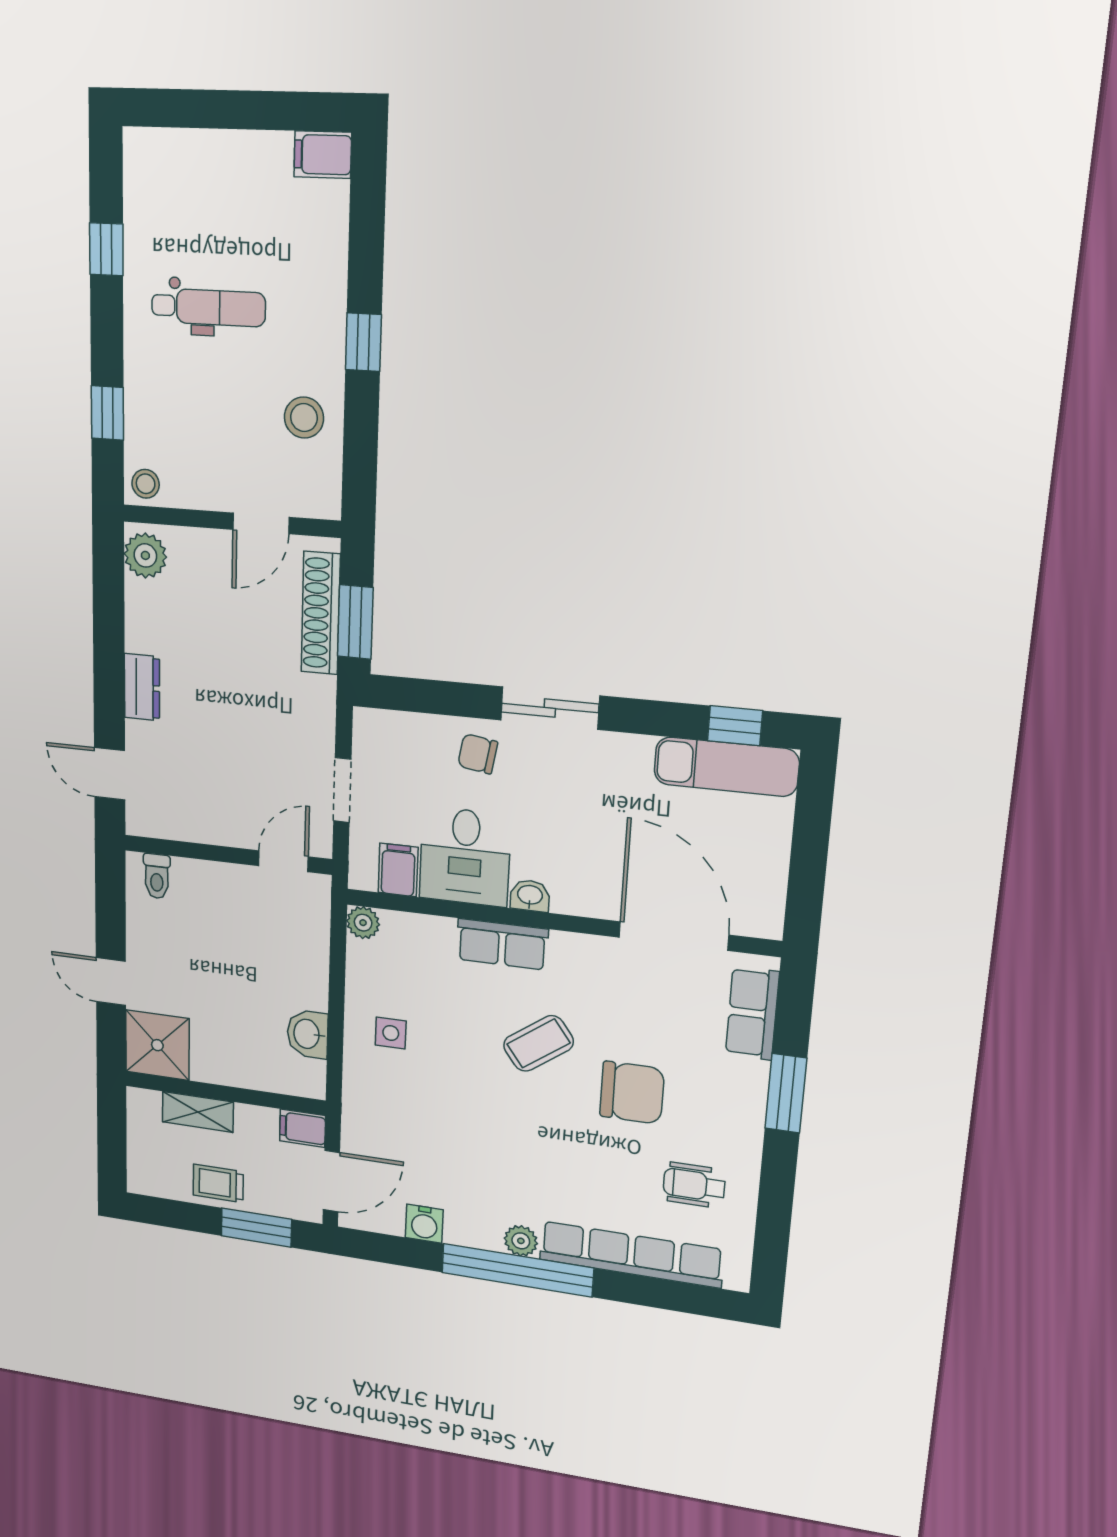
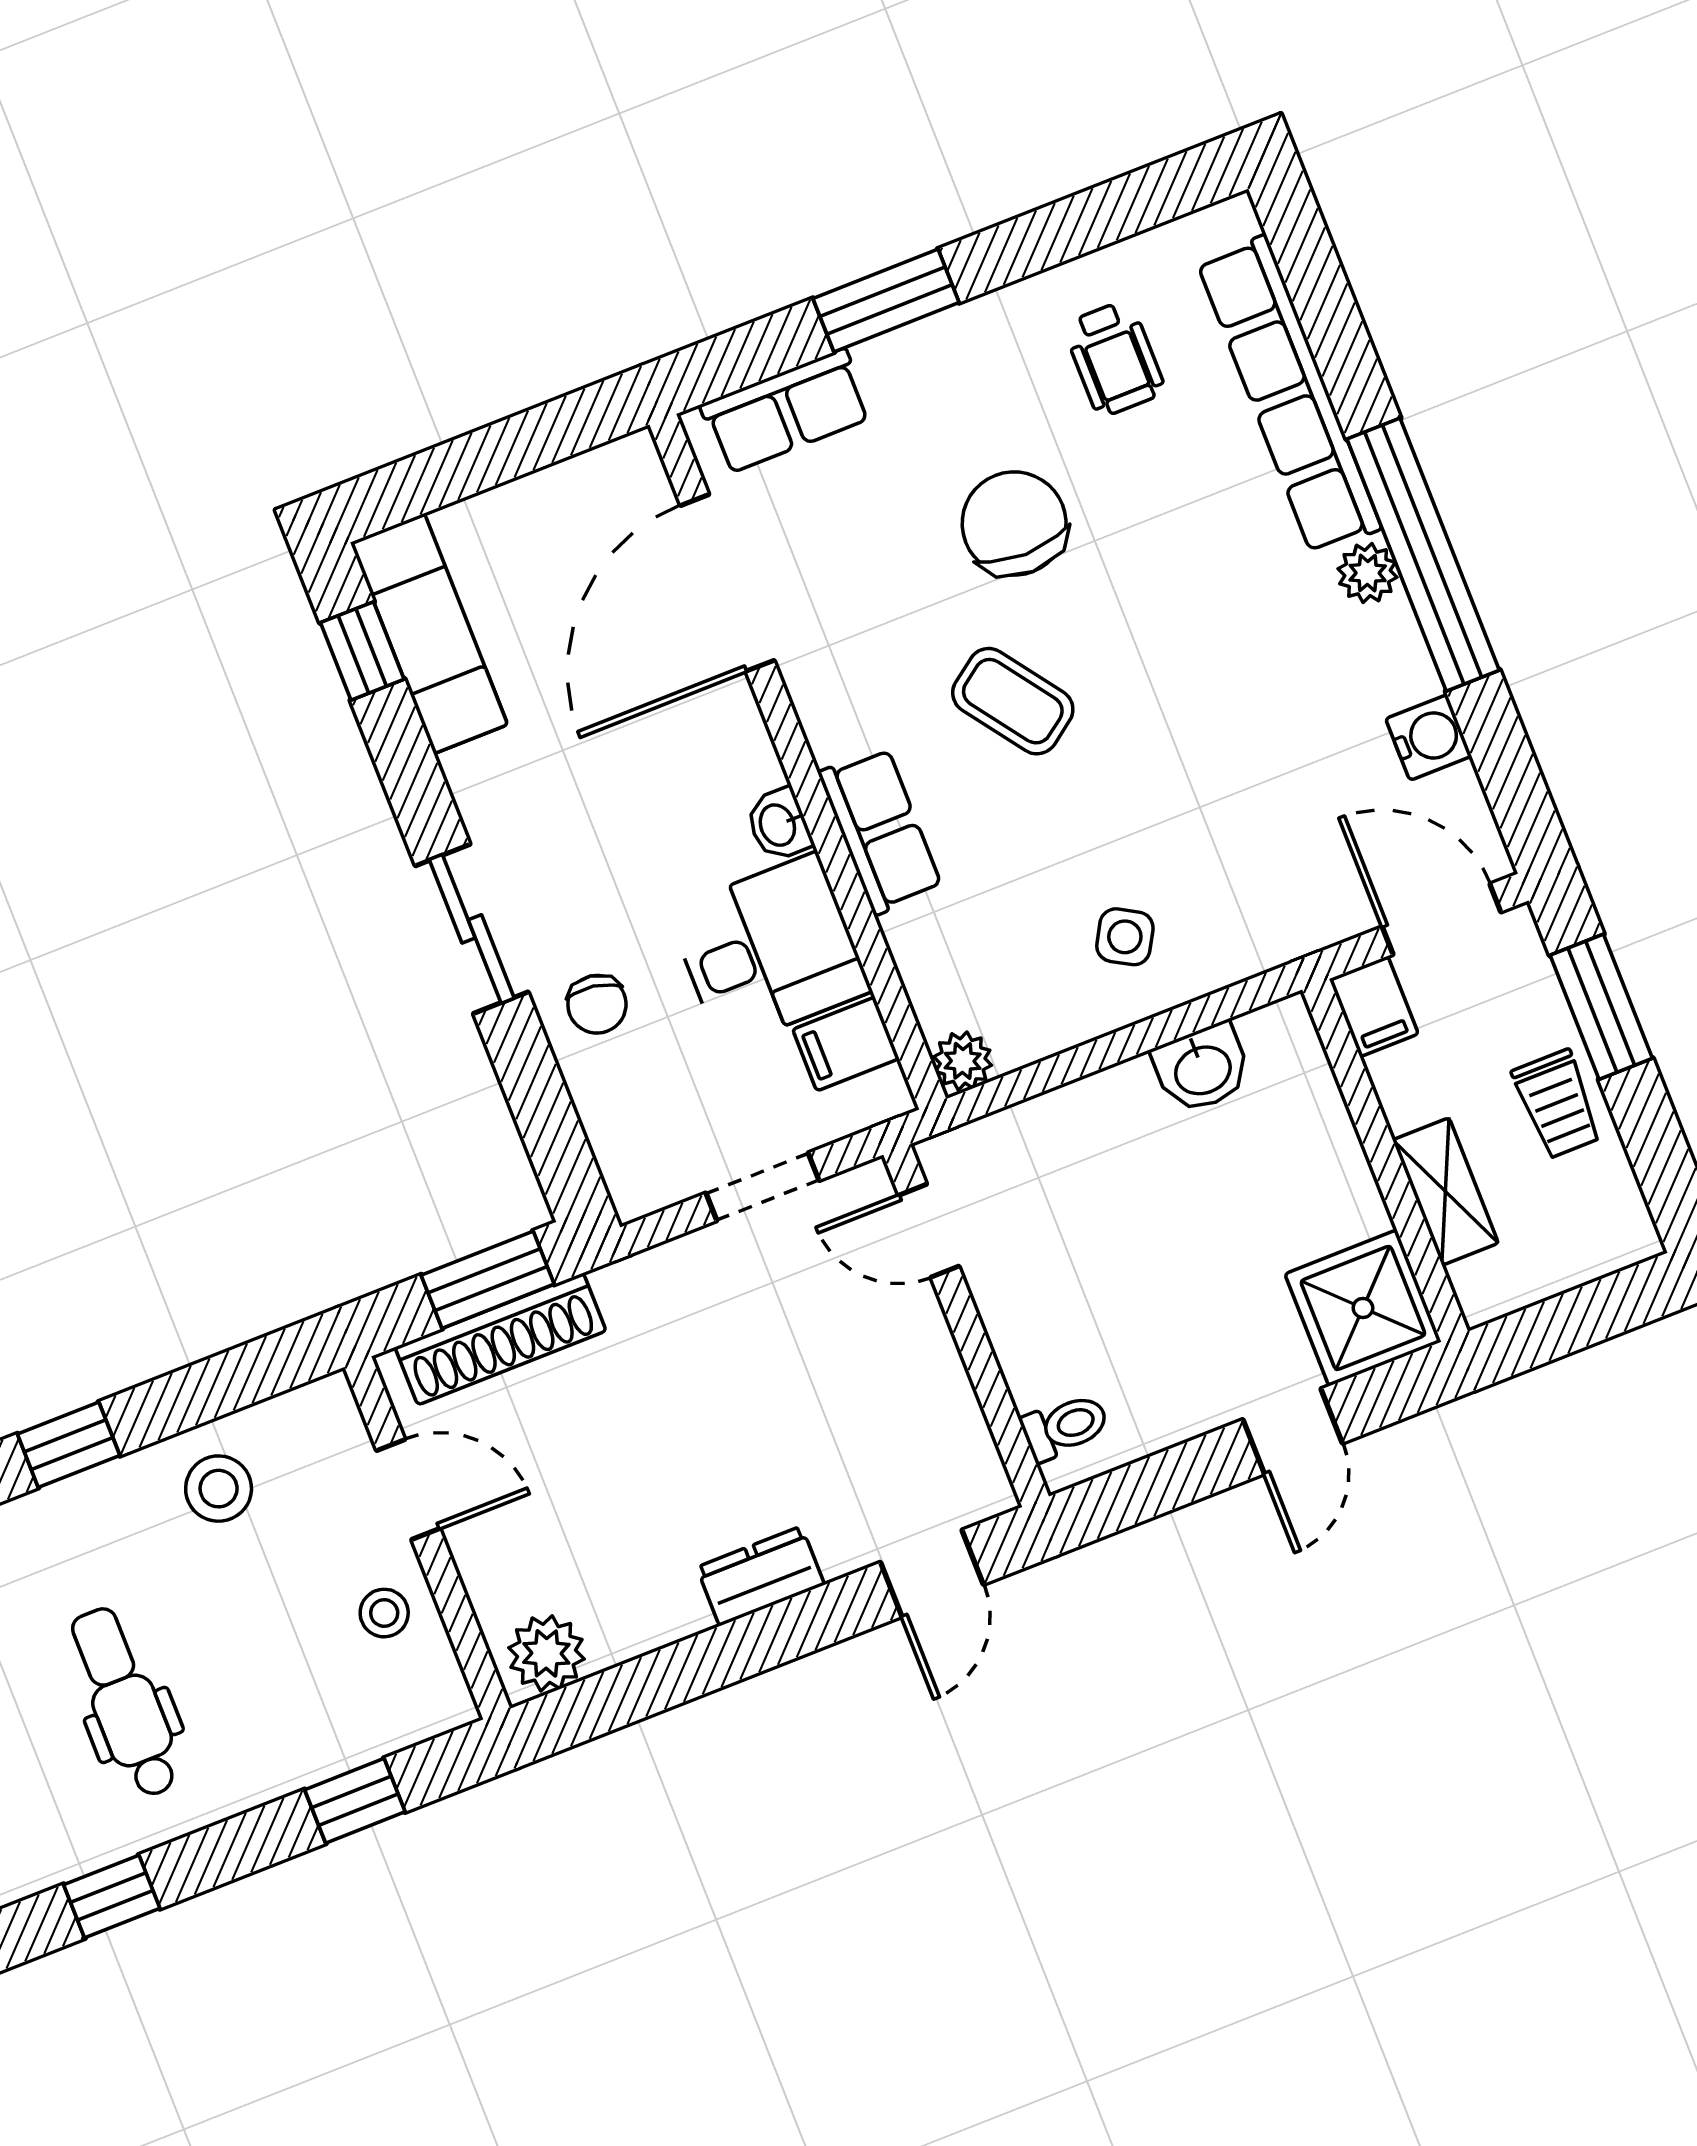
stool: (146, 484) -> (384, 1613), moved
side table: (391, 1033) -> (1125, 937), turned 30

